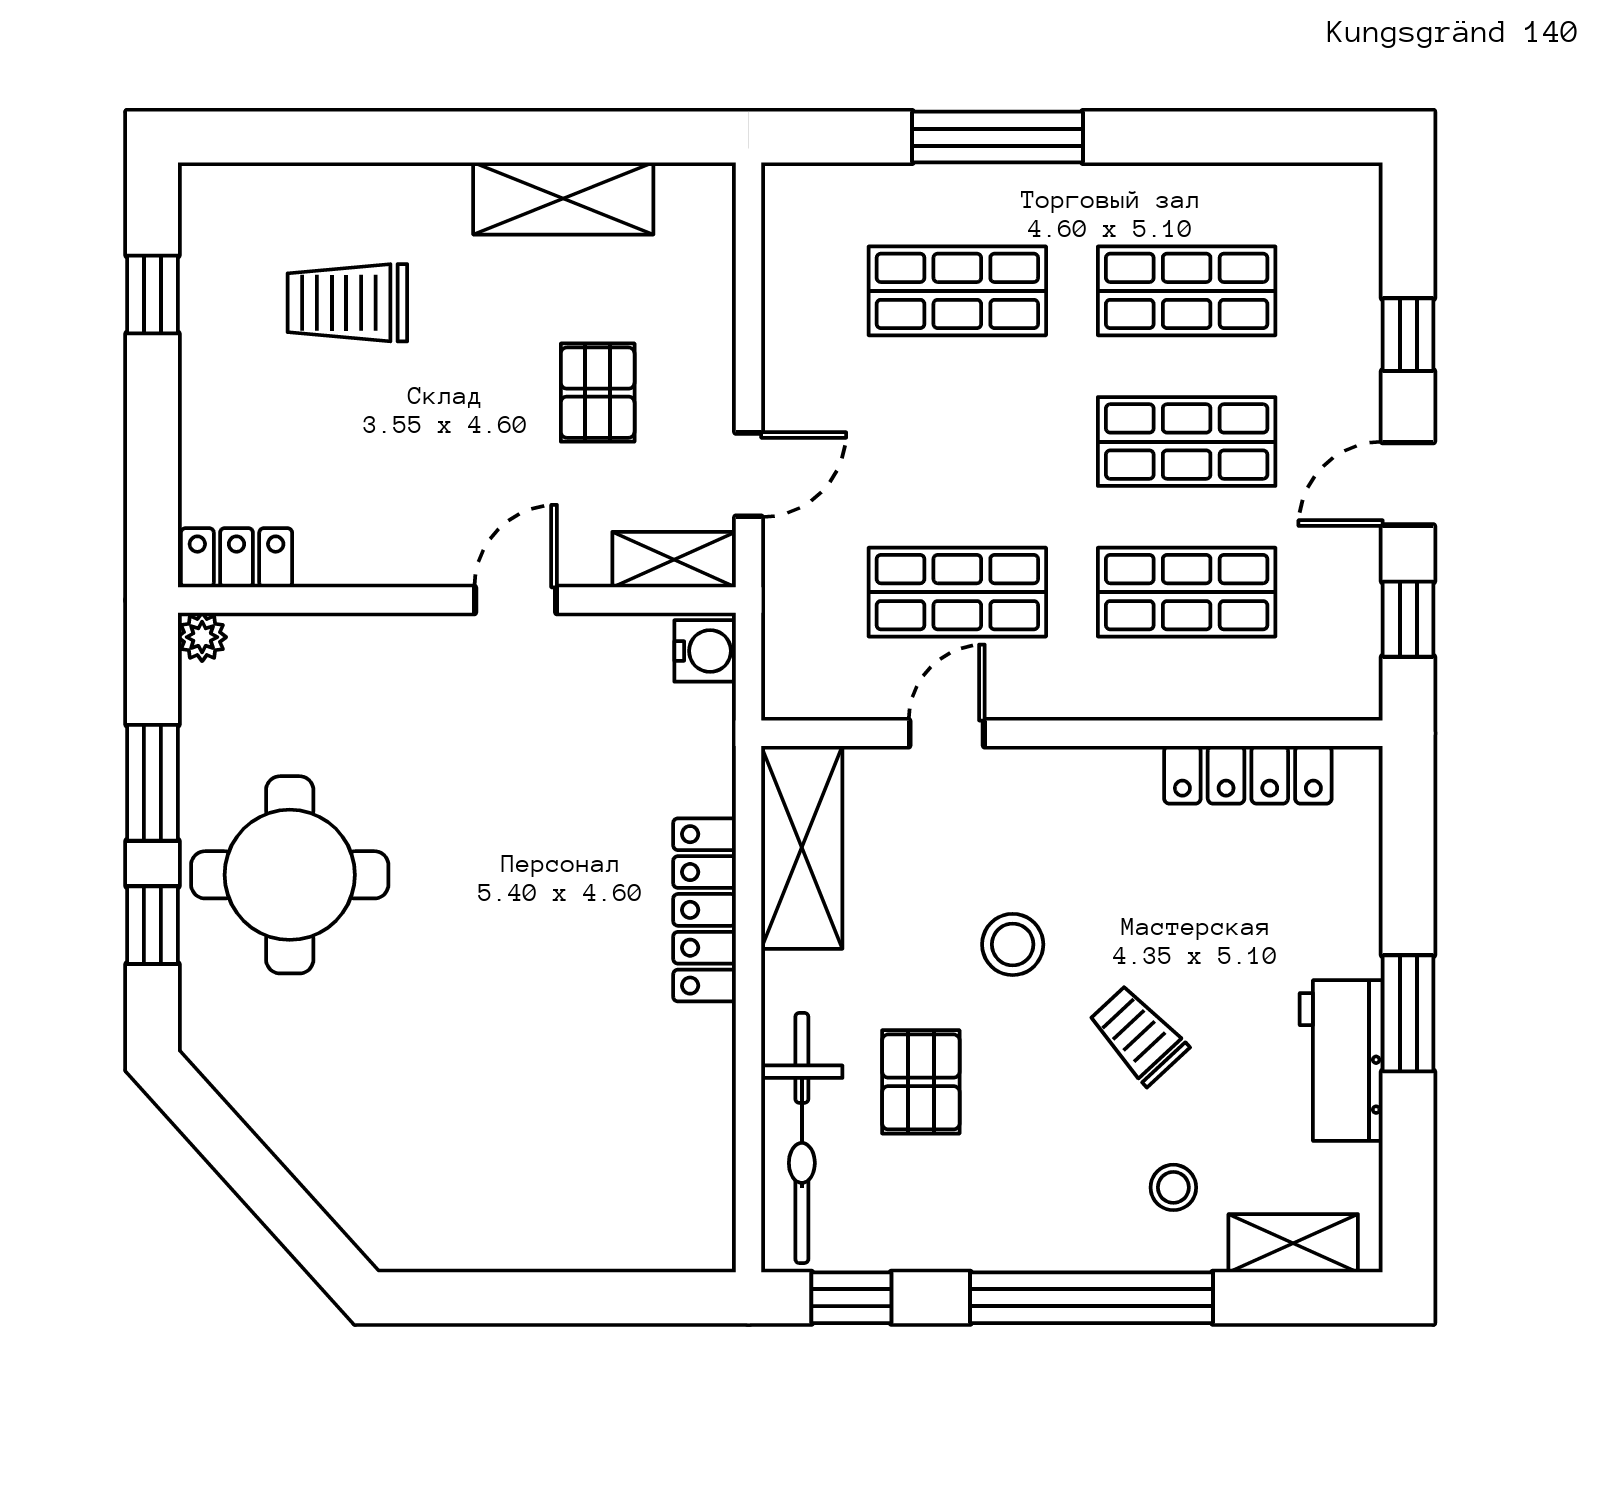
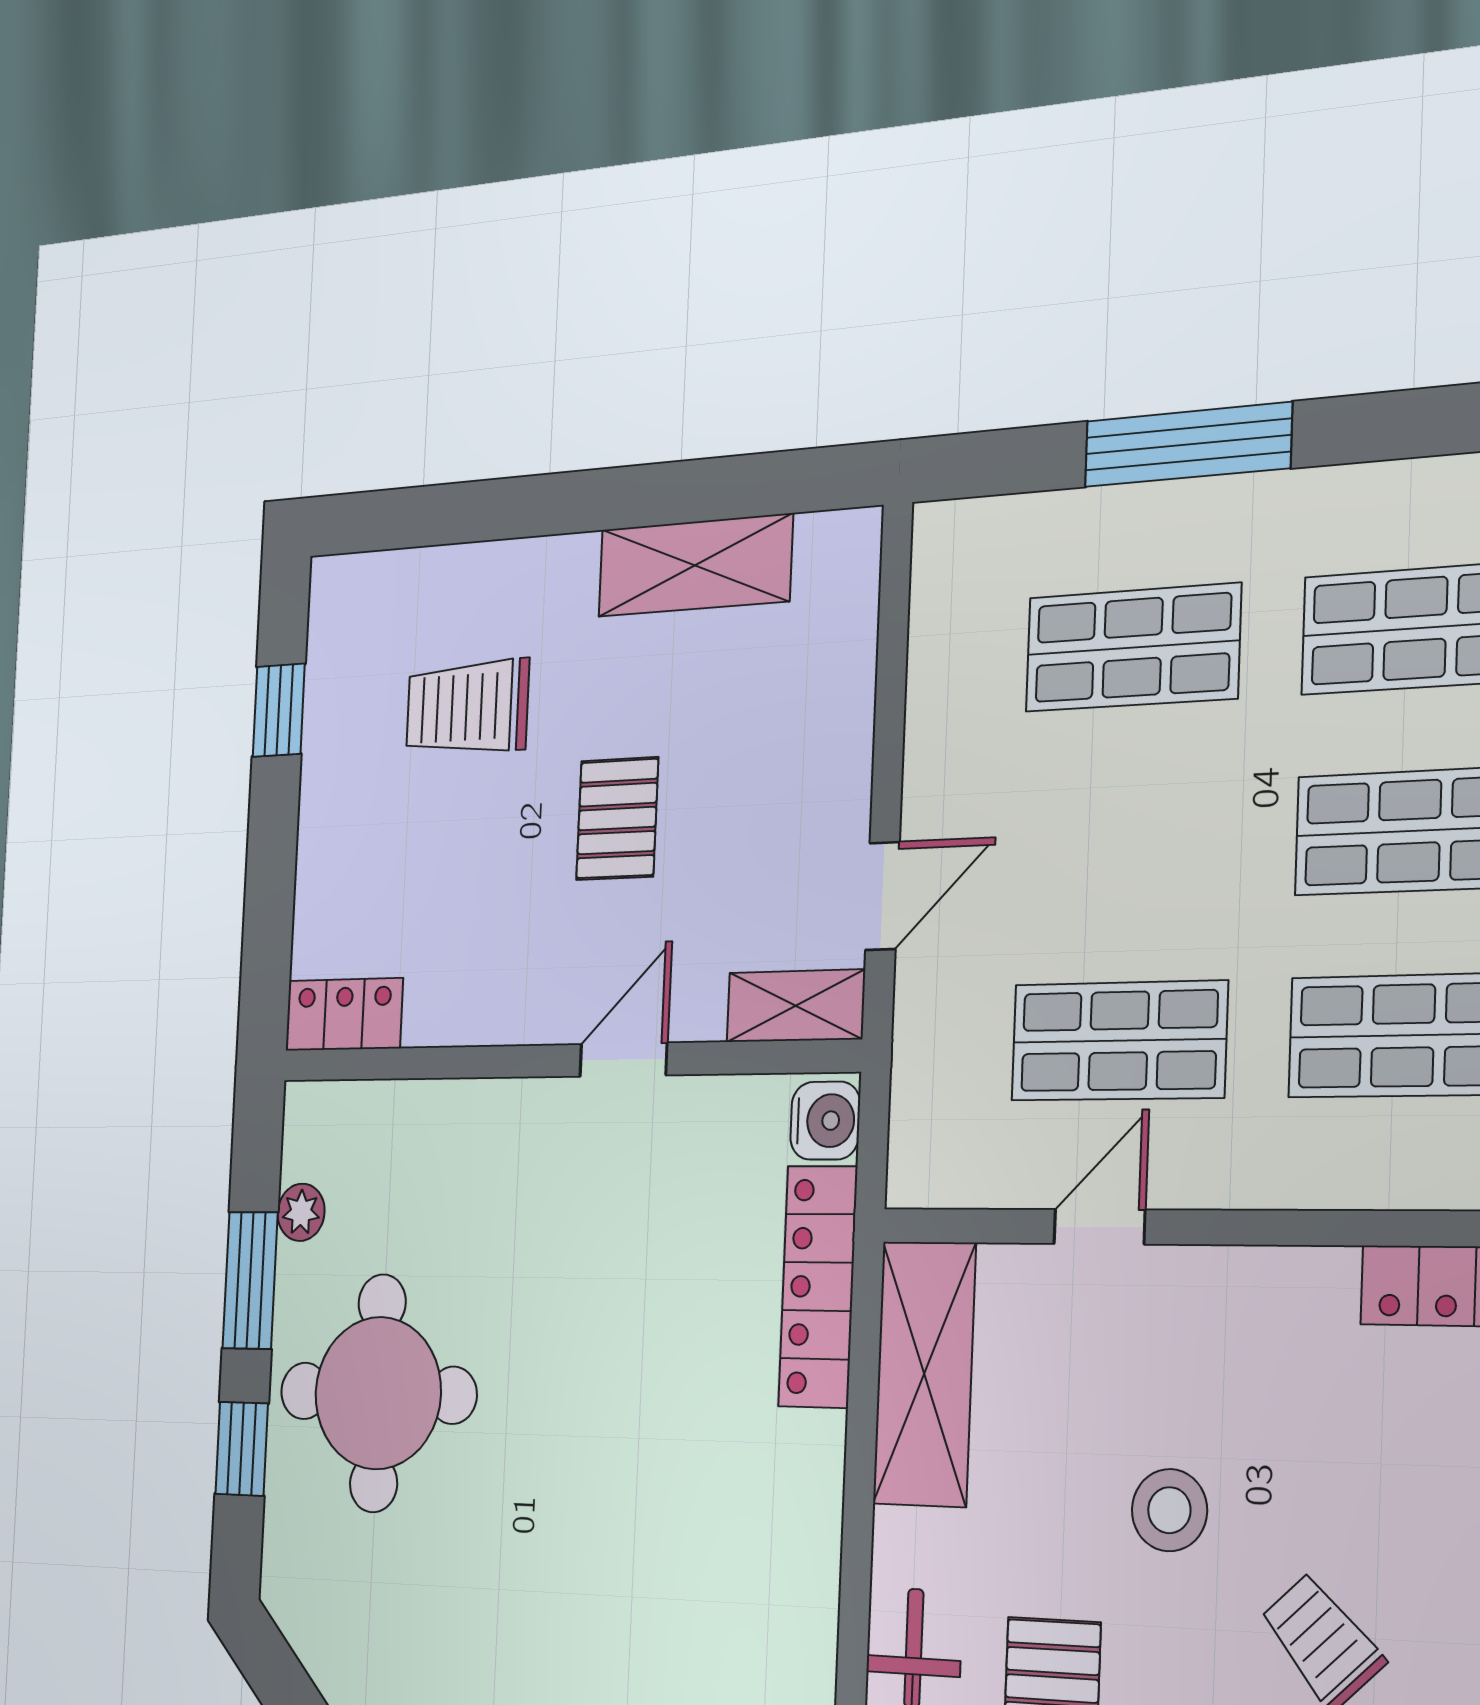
pallet: (598, 393) -> (617, 819), moved
plant: (202, 637) -> (301, 1212), moved
locker: (705, 910) -> (818, 1287), moved

